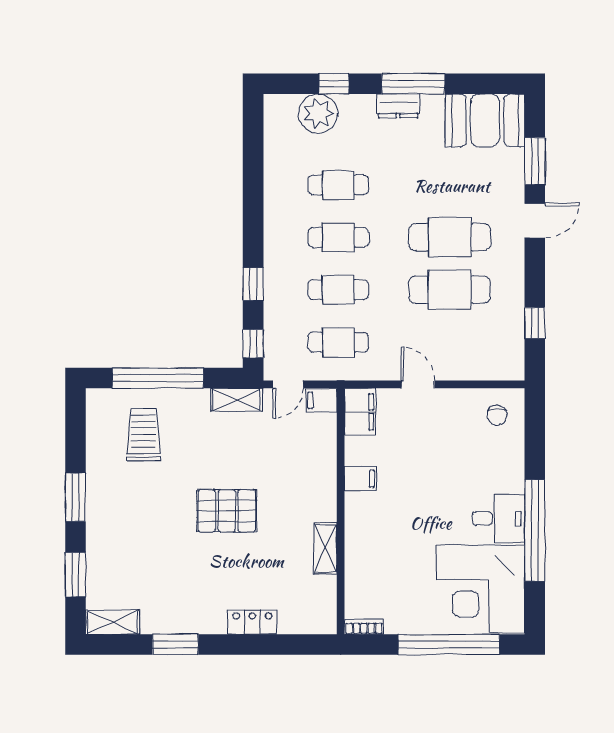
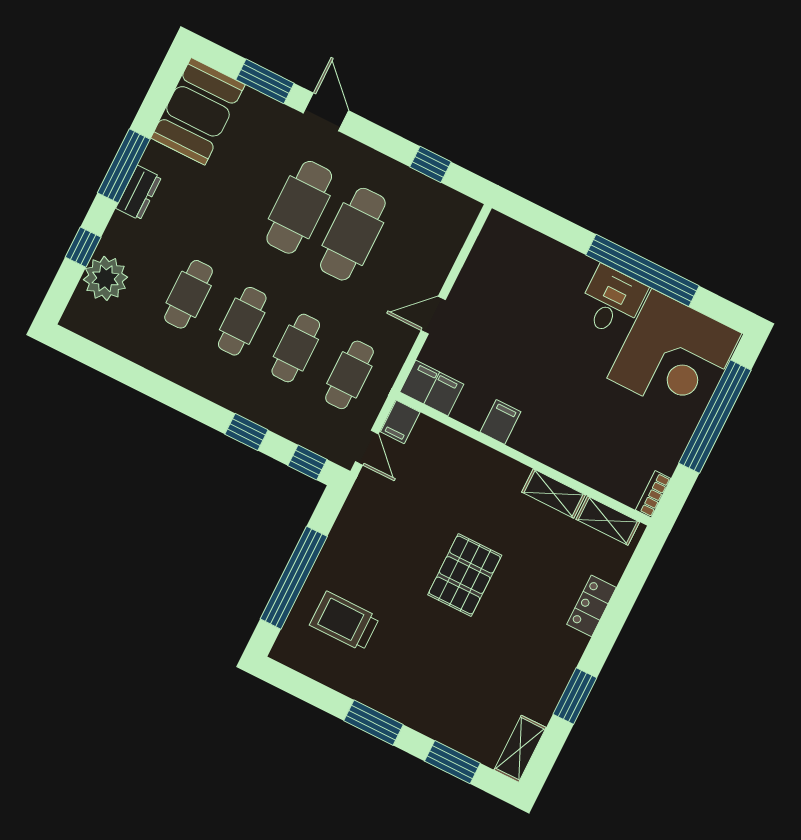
shelving: (236, 400) -> (608, 521), moved, turned 90
chair: (497, 415) -> (505, 250), removed

